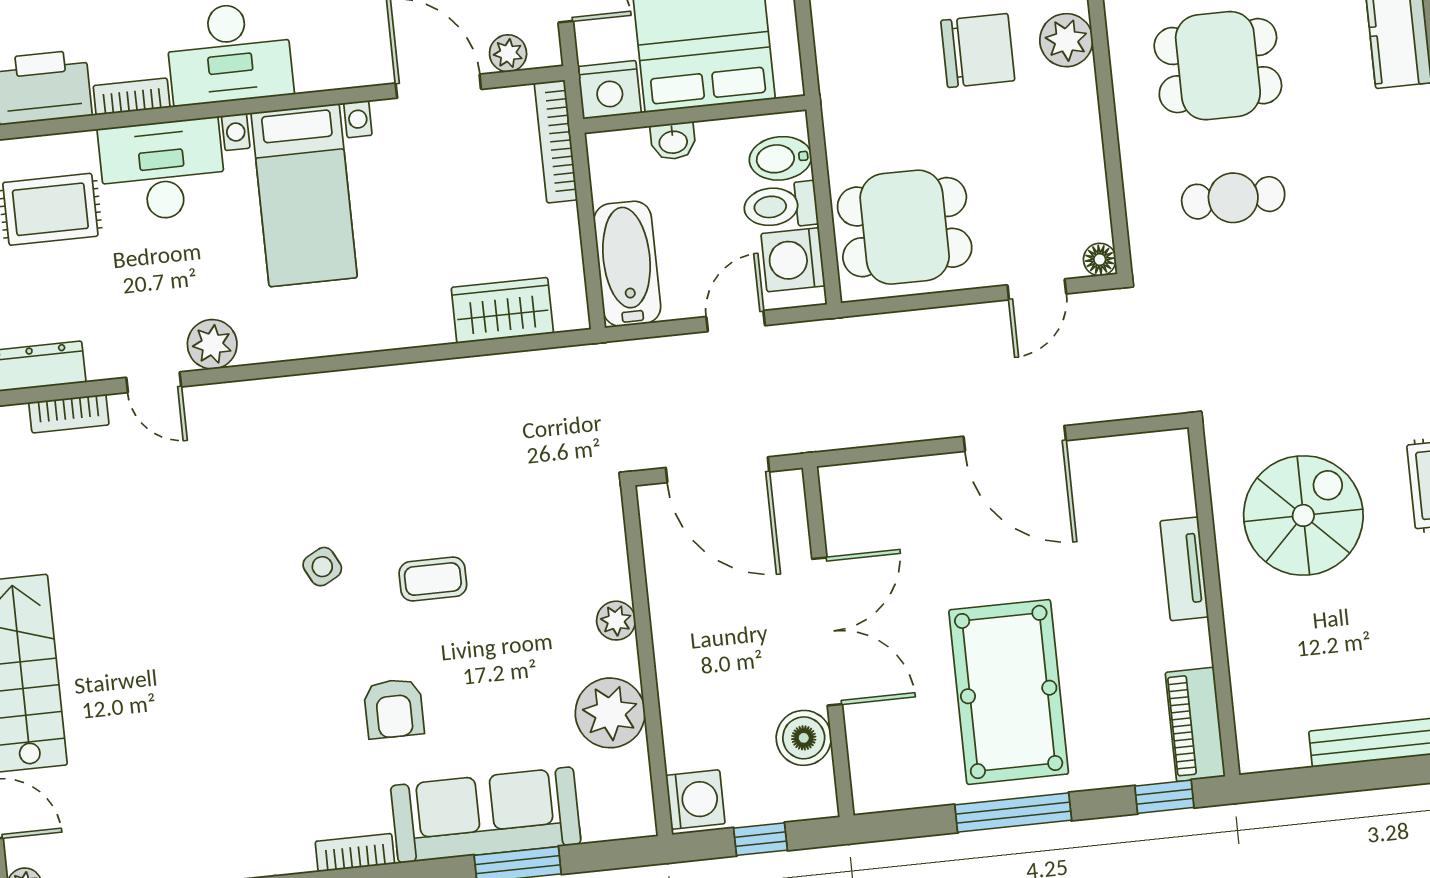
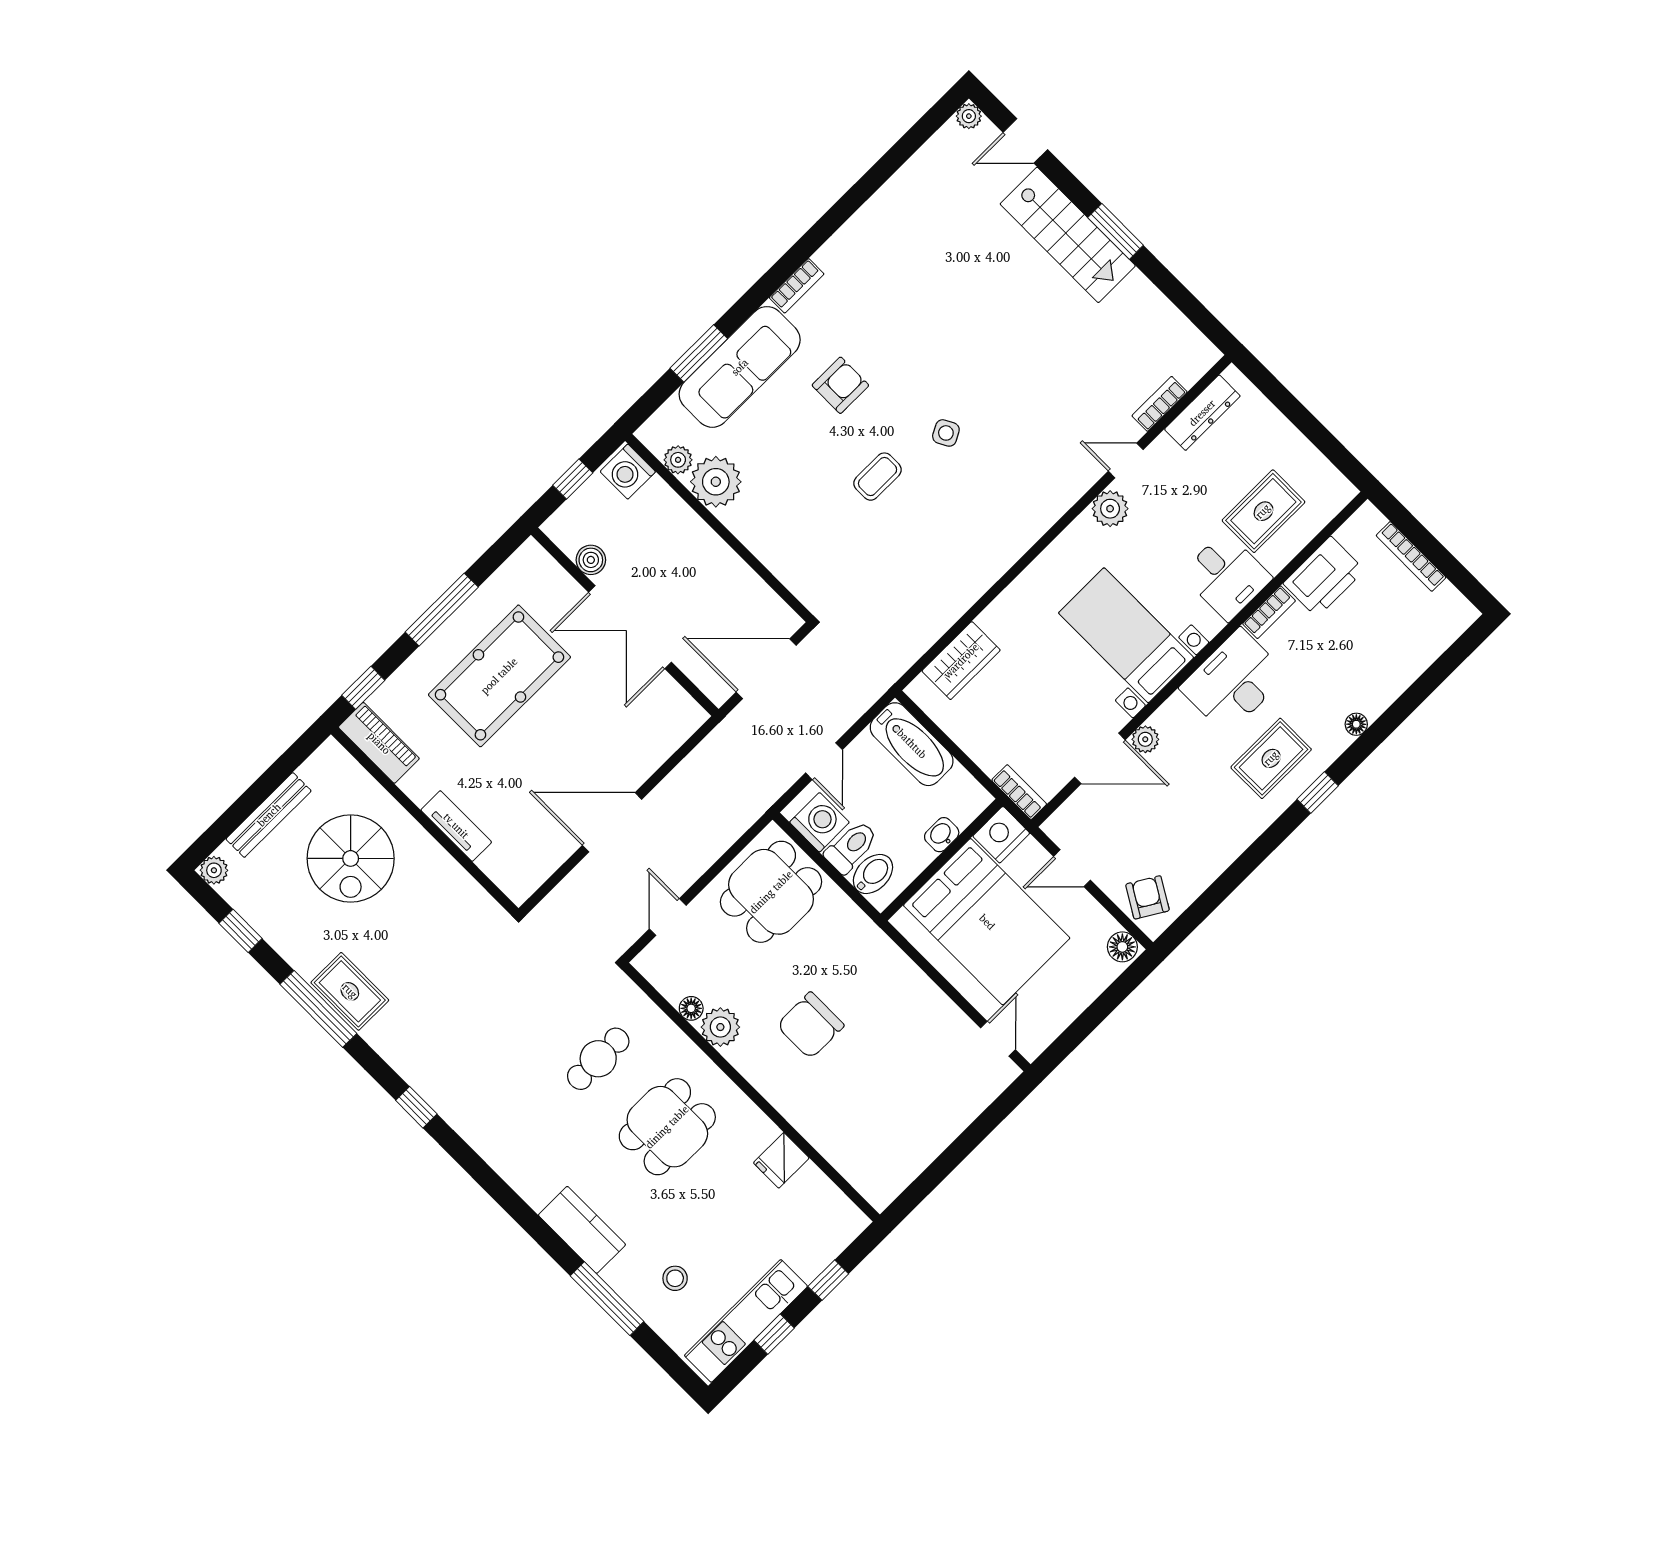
plant: (1066, 40) -> (720, 1027), moved
plant: (508, 53) -> (1145, 739), moved
bookcase: (556, 141) -> (1019, 792), width x0.64
desk: (162, 170) -> (1226, 576), width x0.73
floor lamp: (1100, 260) -> (691, 1008), moved
spiral stairs: (1303, 515) -> (351, 858), moved
plant: (616, 621) -> (678, 460), moved
pool table: (1009, 692) -> (499, 676), turned 90
armchair: (394, 708) -> (840, 385), turned 90
boiler: (804, 738) -> (591, 560), width x0.73, depth x0.73

